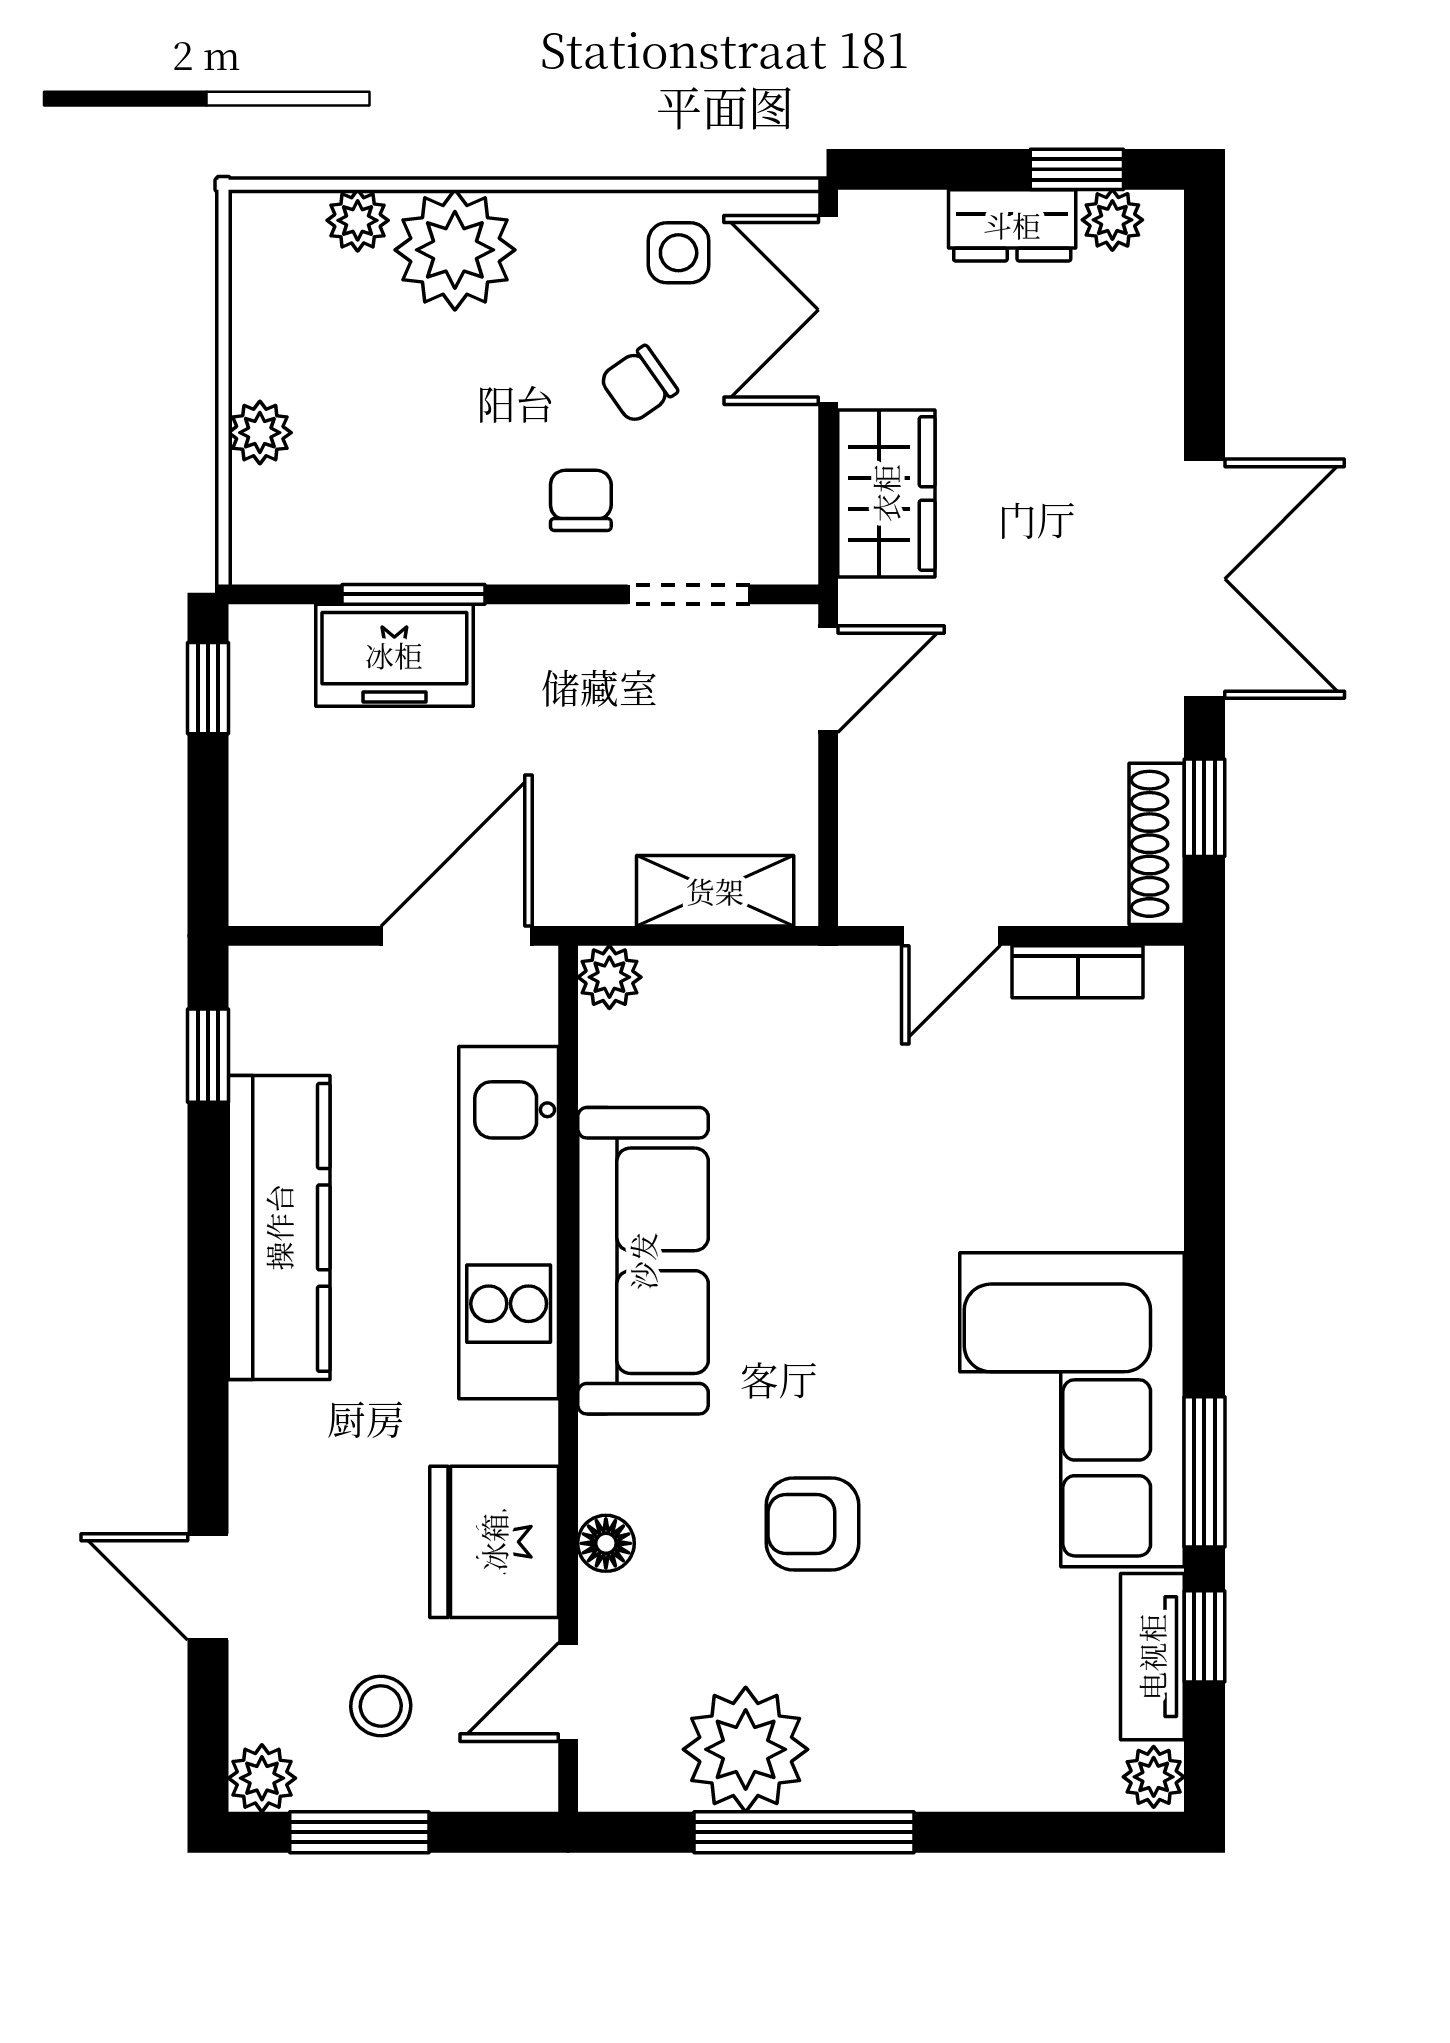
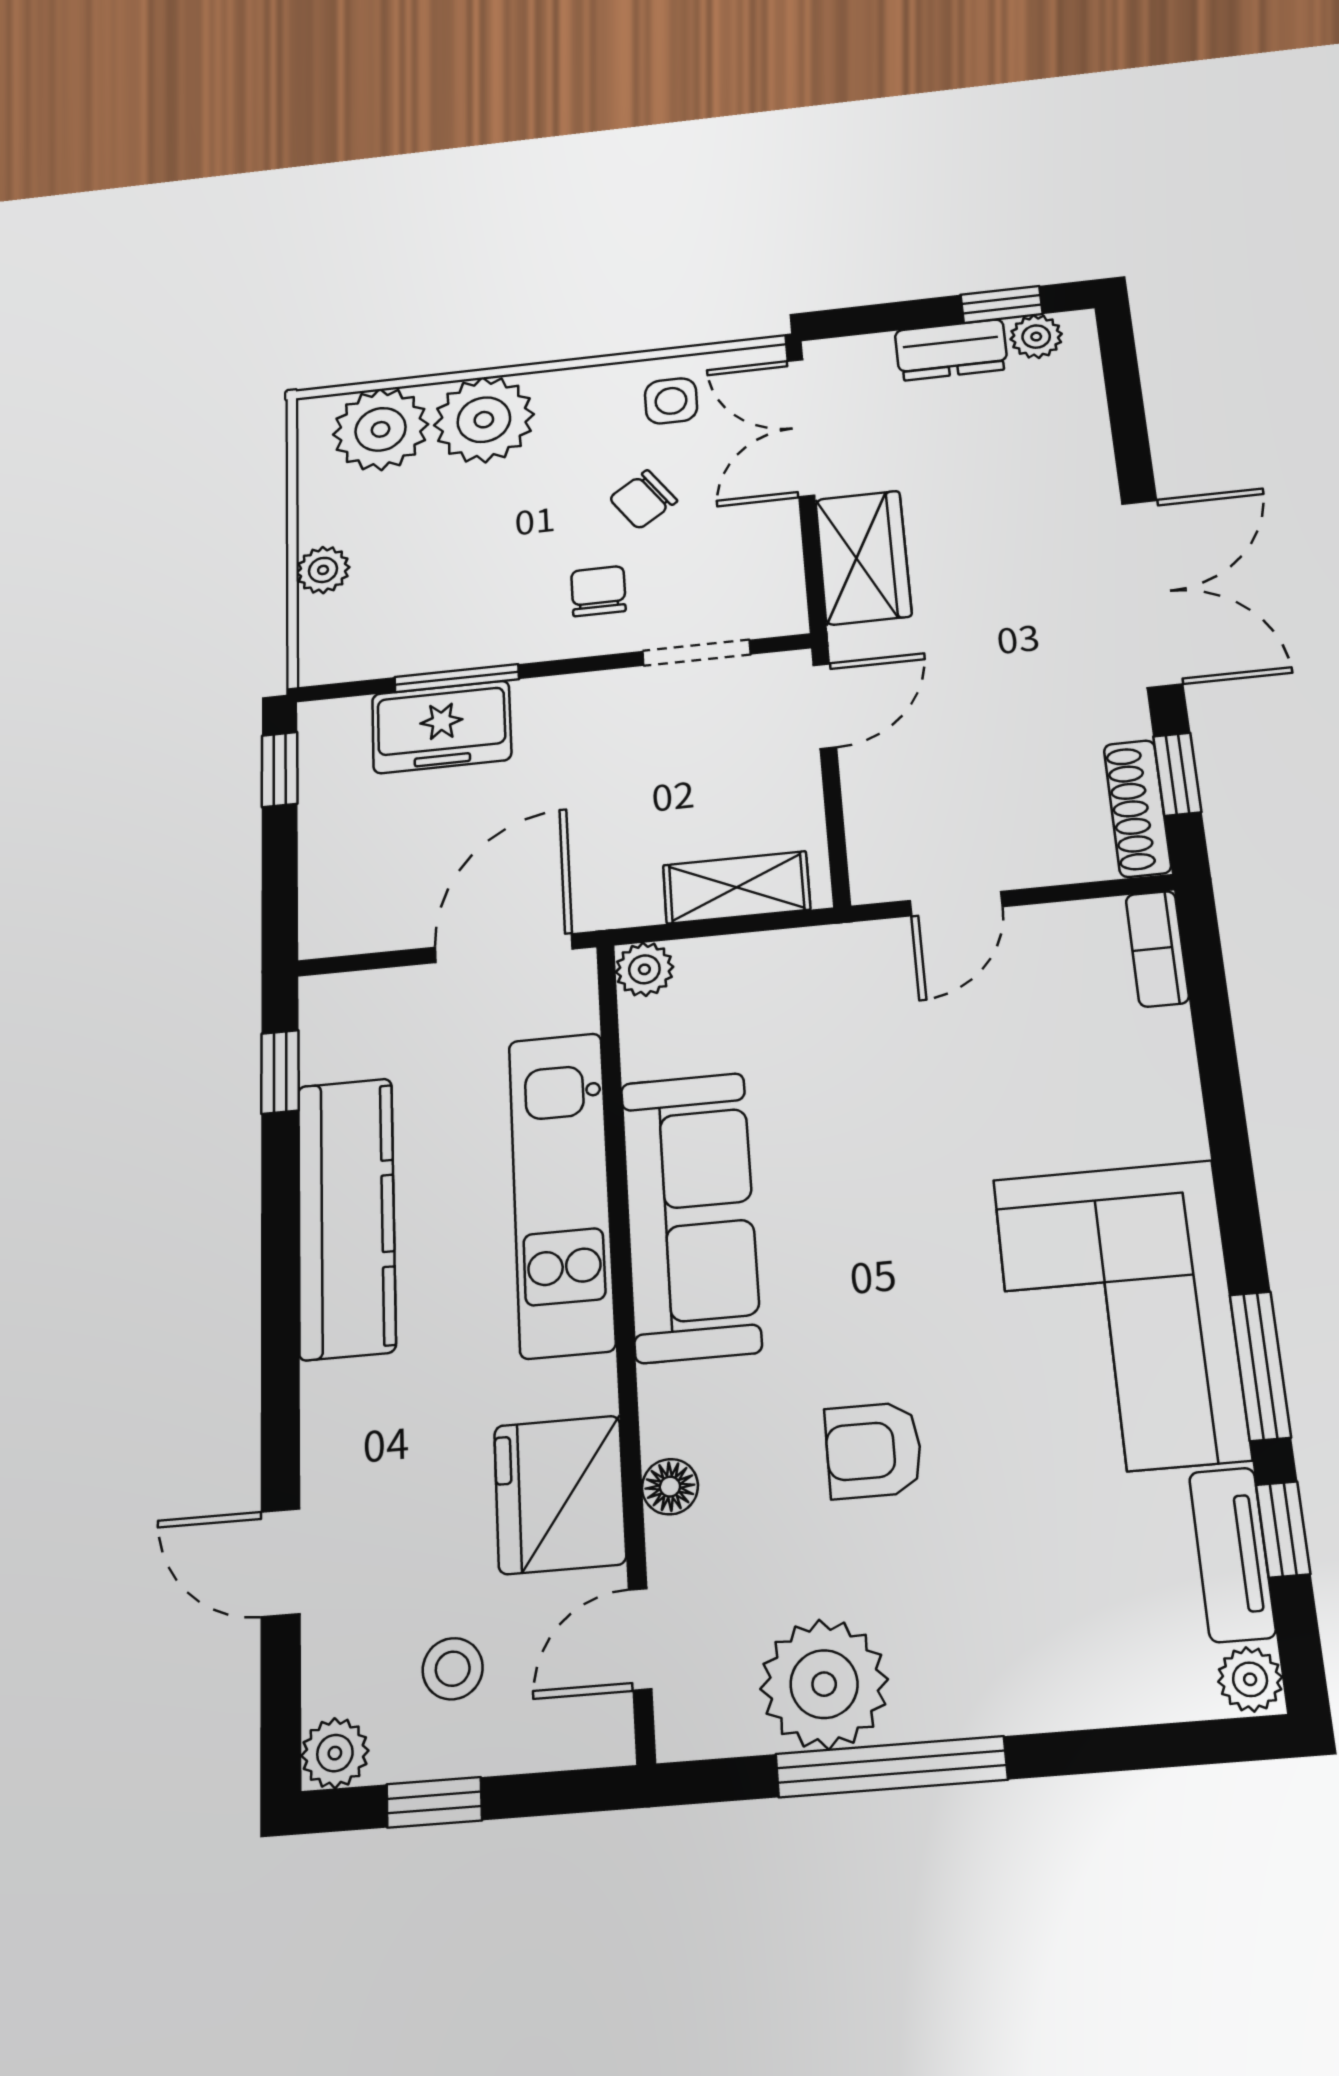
plant: (358, 220) -> (381, 429), width x1.87, depth x1.87
bookcase: (1078, 972) -> (1157, 949), moved, turned 90
window: (359, 1832) -> (434, 1802), width x0.67

